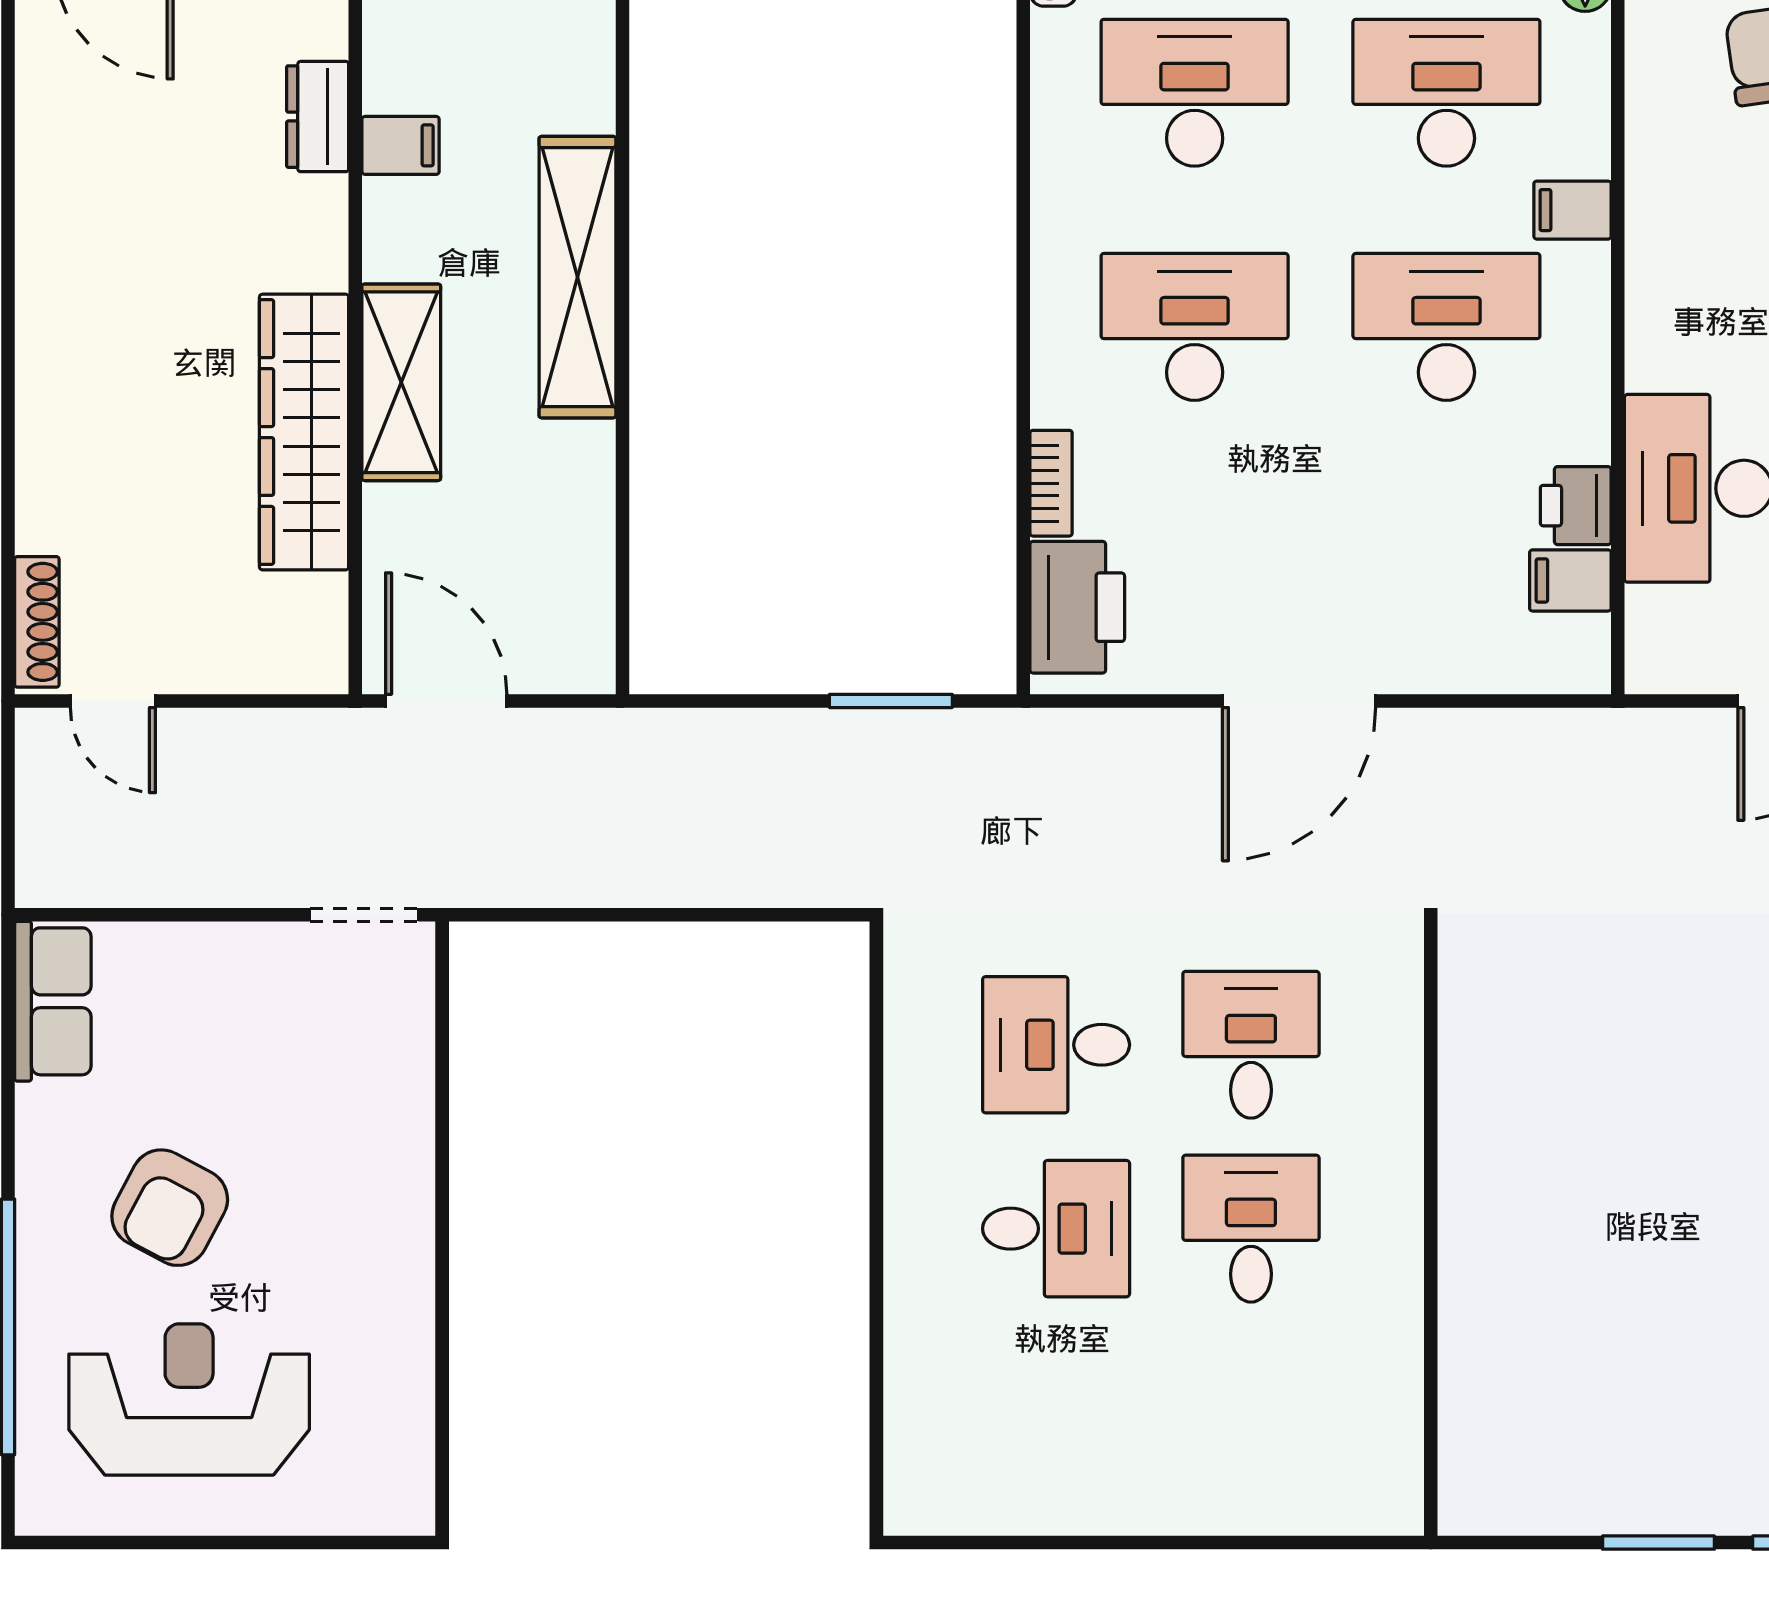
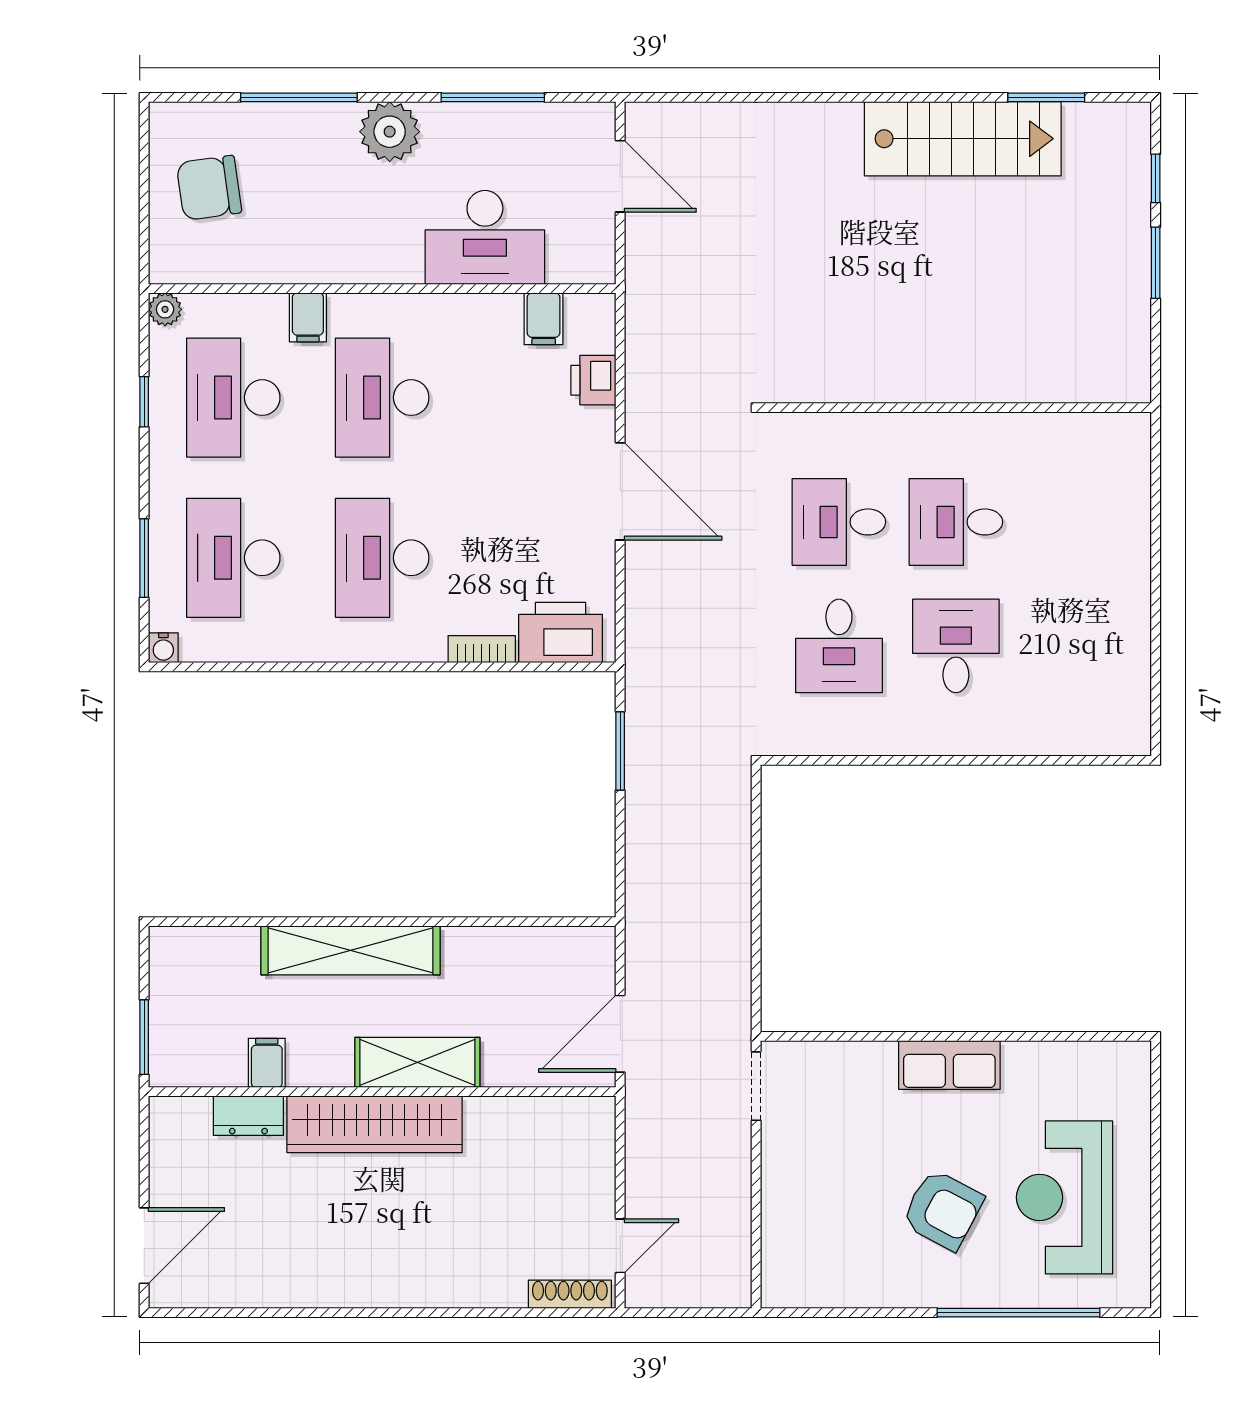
wardrobe: (304, 432) -> (375, 1124), moved
printer: (1576, 506) -> (593, 380), moved, turned 90
row of seats: (53, 1001) -> (949, 1065), moved, turned 180

